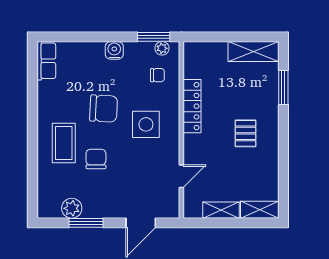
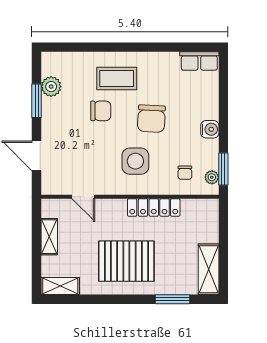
pallet: (245, 133) -> (126, 261), width x2.05, depth x2.00
shelving: (260, 210) -> (60, 286), moved, turned 90

